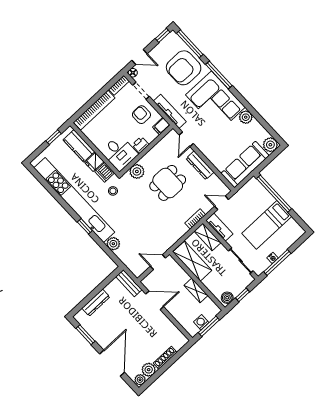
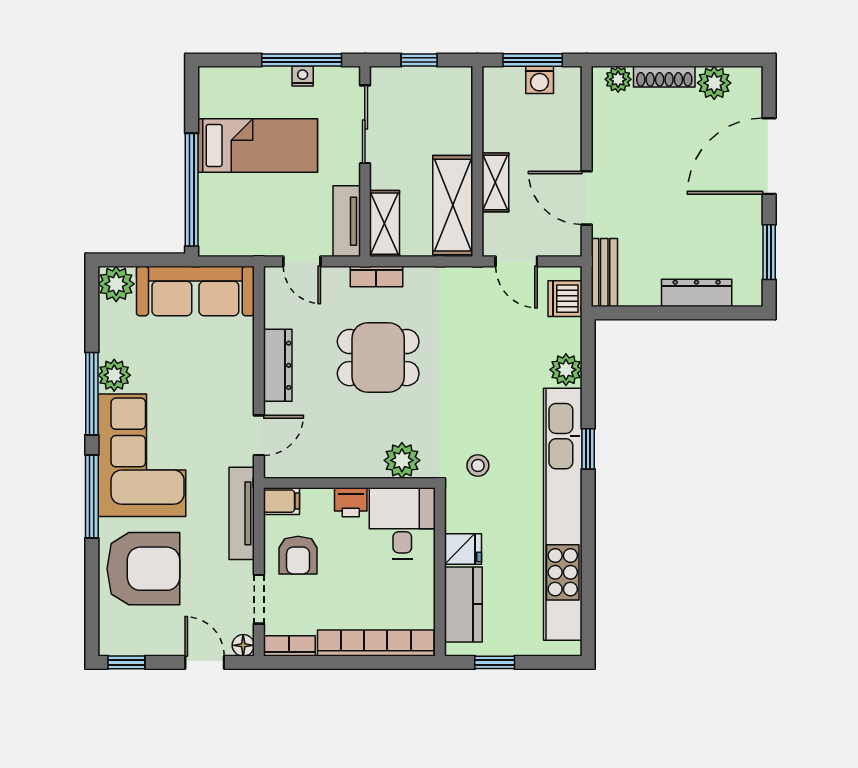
window: (190, 44) -> (92, 394), moved
dishwasher: (105, 172) -> (565, 299), moved, turned 180
dining table: (168, 183) -> (378, 358), moved
shelving: (196, 290) -> (495, 182), moved
boiler: (227, 298) -> (451, 81), removed
plant: (140, 380) -> (618, 79), moved

